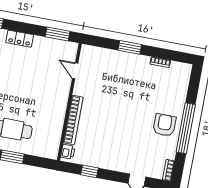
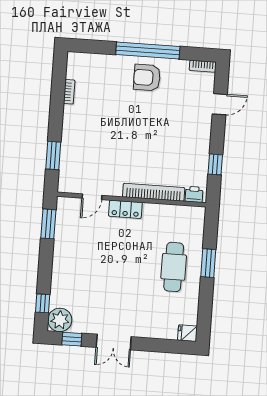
locker: (20, 39) -> (125, 209), moved, turned 90
window: (130, 47) -> (53, 156), moved

